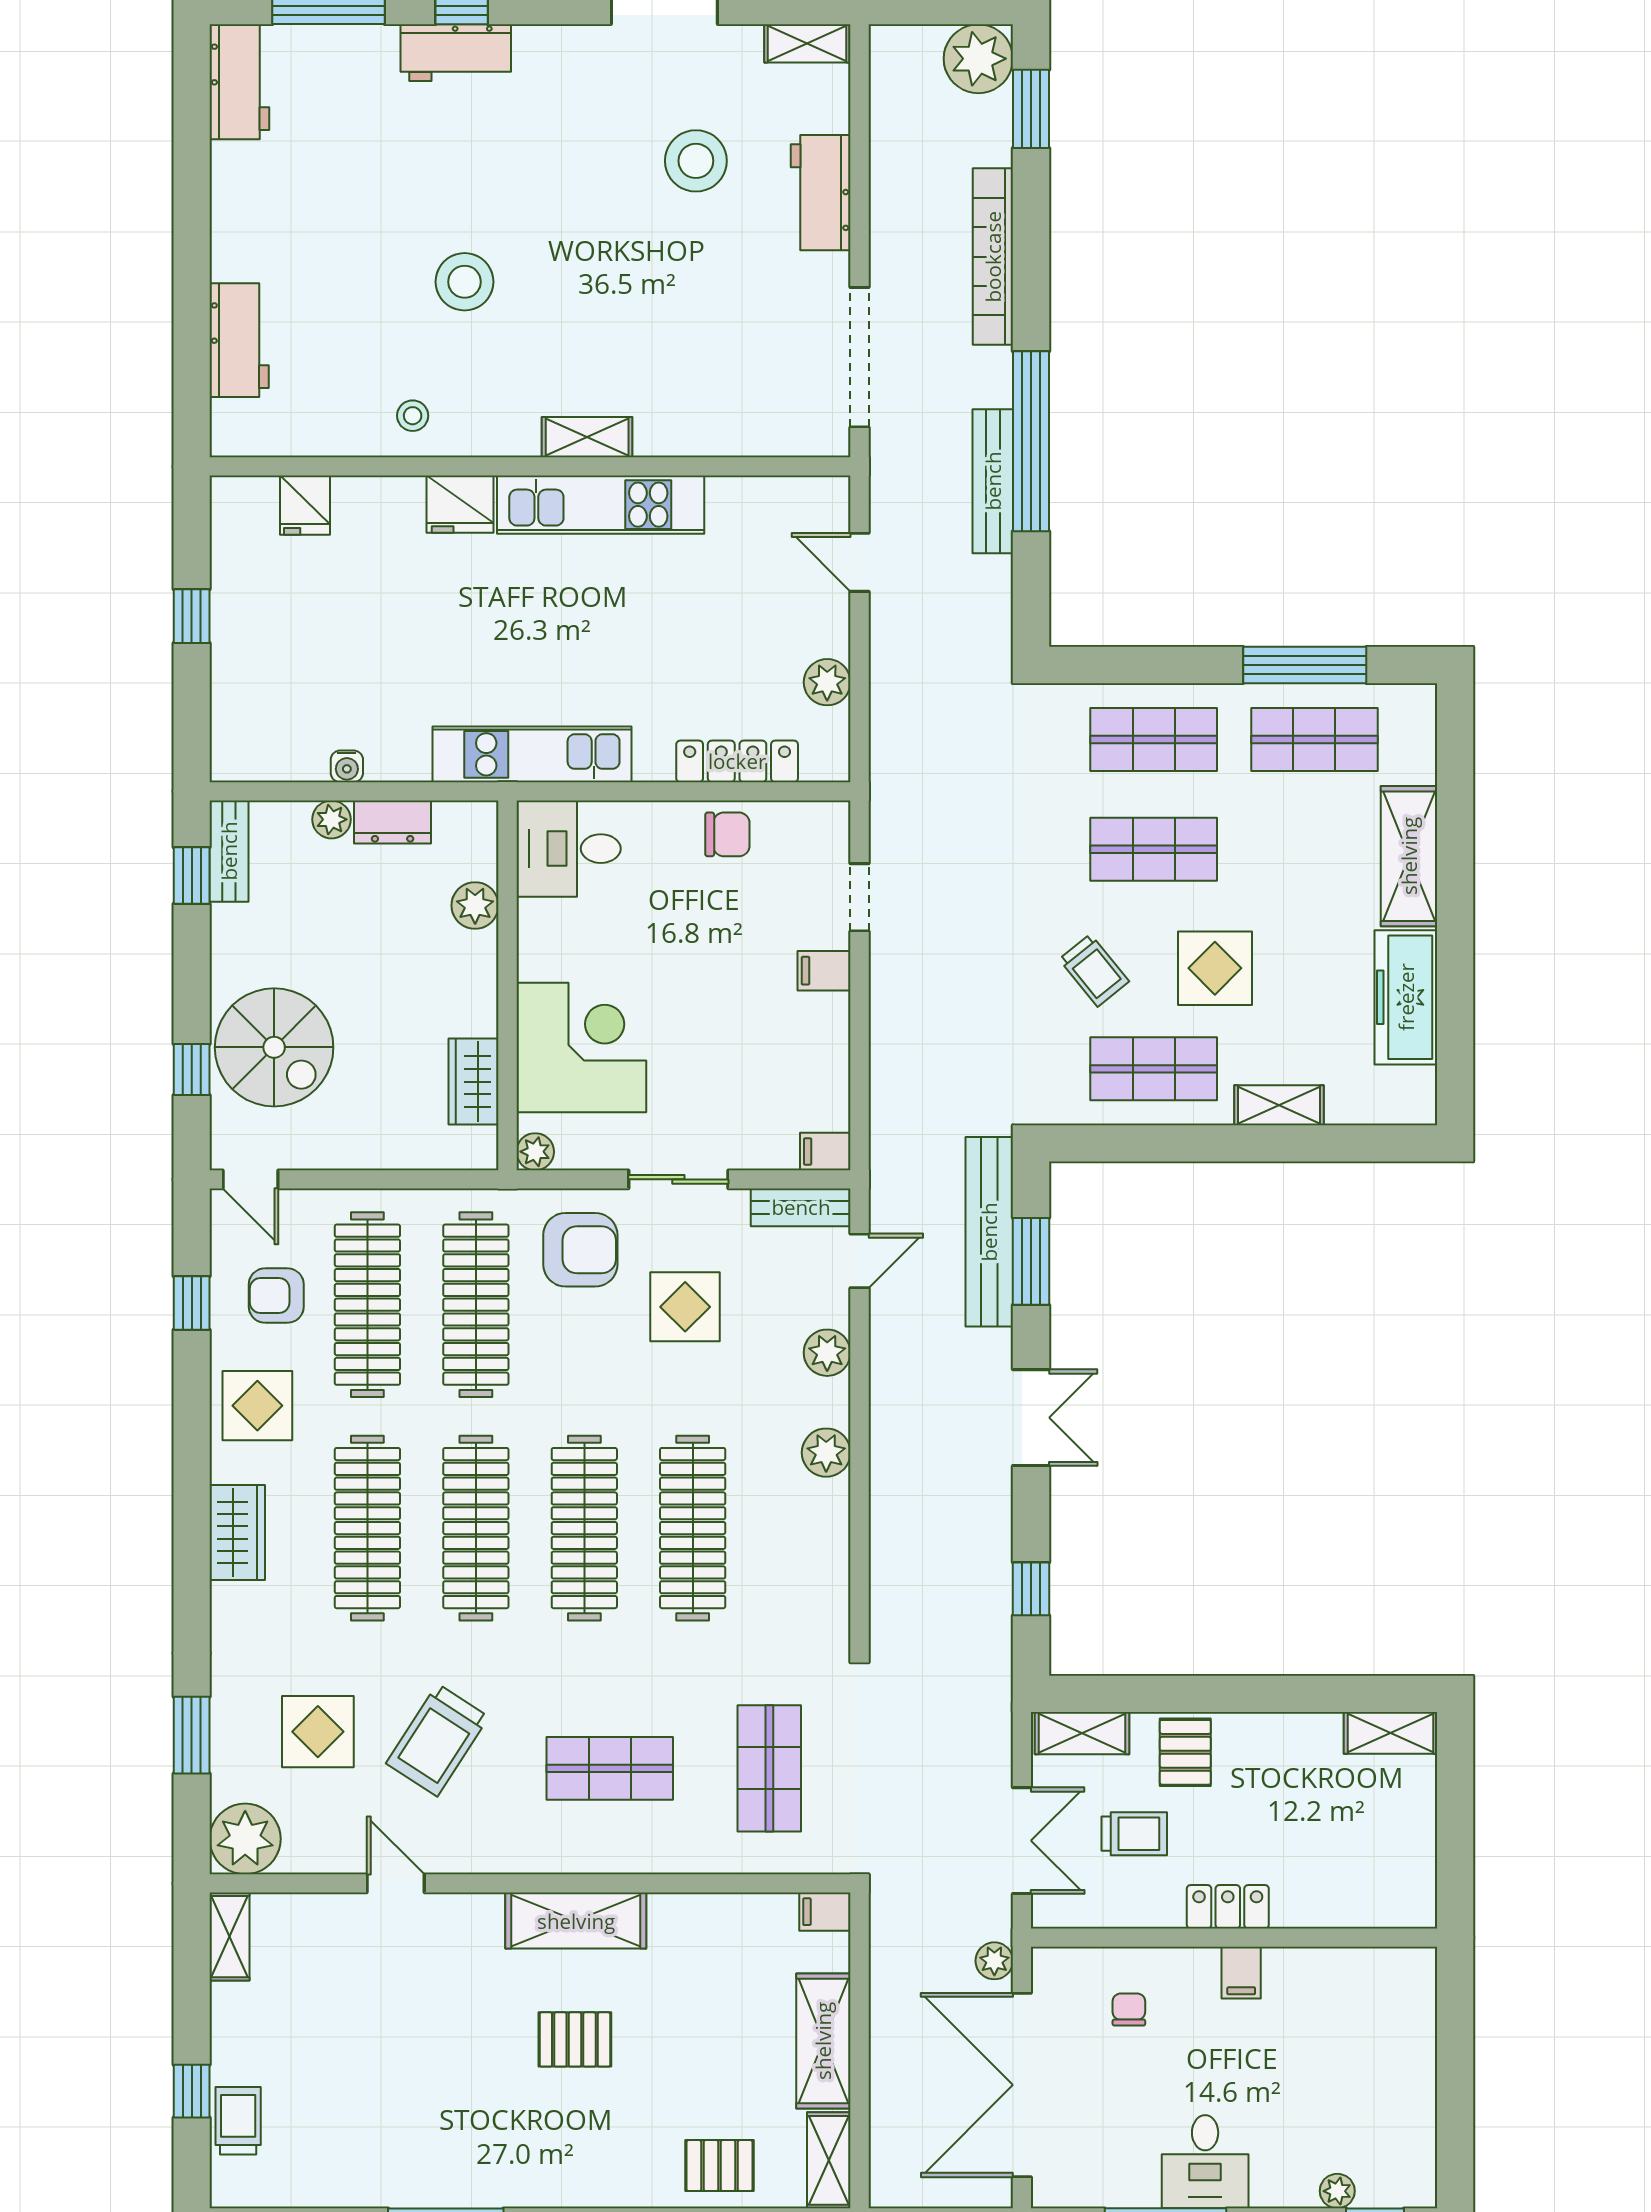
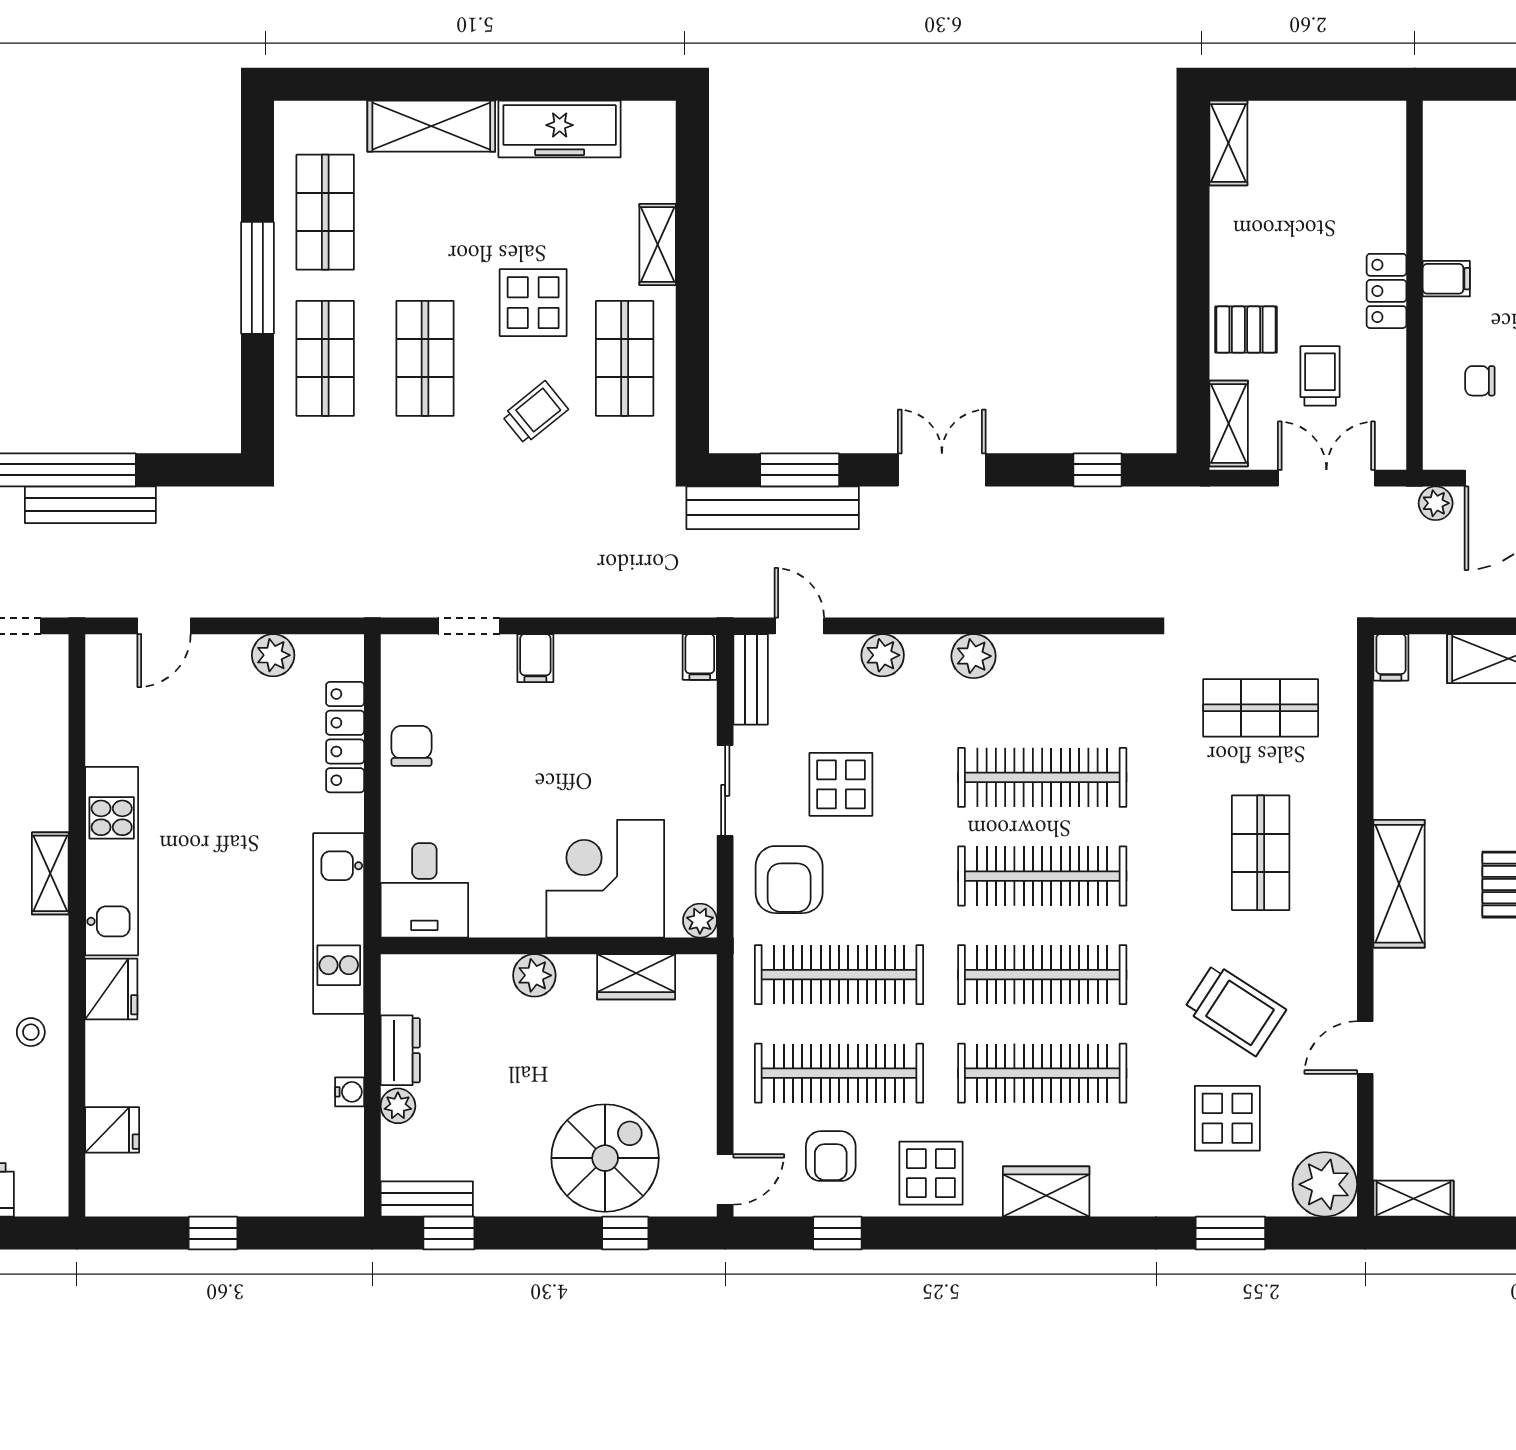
window: (1305, 665) -> (257, 278), moved
plant: (475, 905) -> (534, 975), moved
armchair: (580, 1250) -> (789, 880), turned 180

